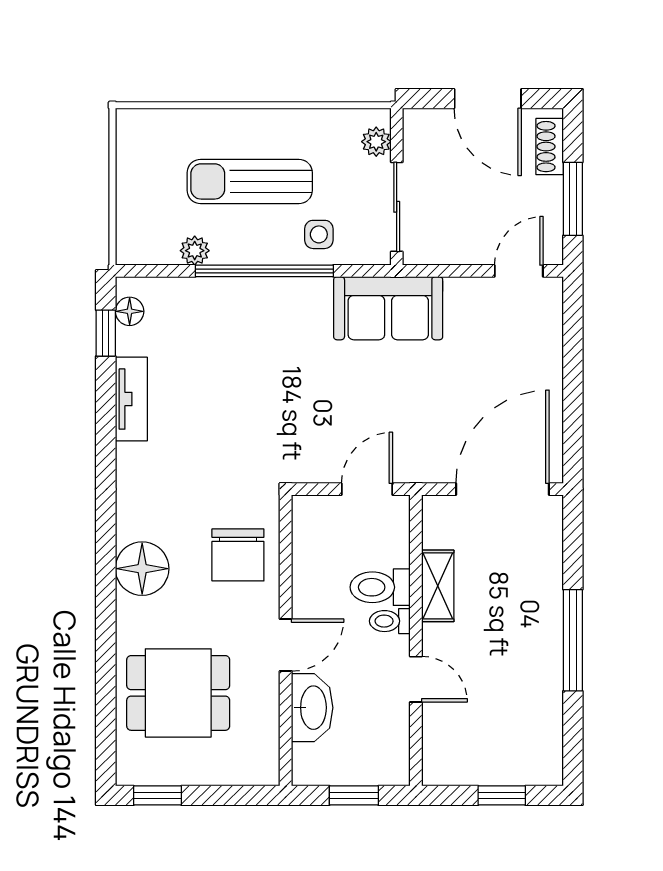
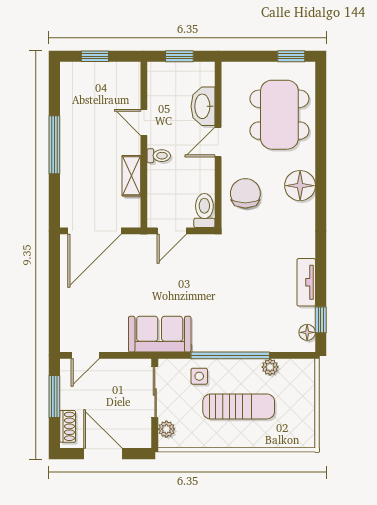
toilet: (380, 587) -> (204, 211), moved, turned -90
dining table: (178, 693) -> (279, 115), width x1.38

